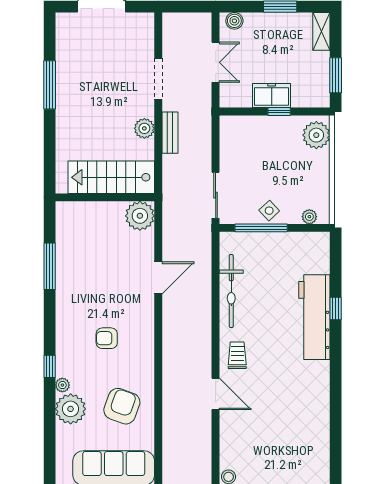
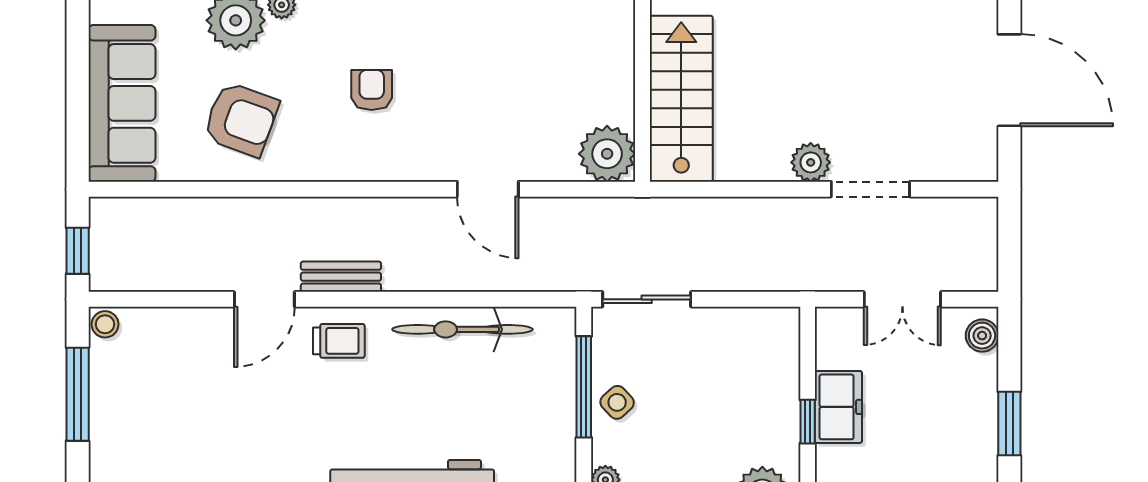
plant: (144, 128) -> (811, 162), moved
bench: (170, 133) -> (341, 277), moved

